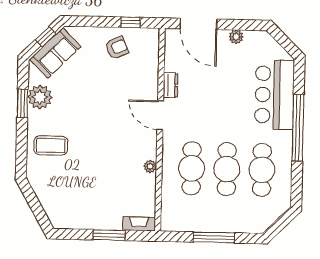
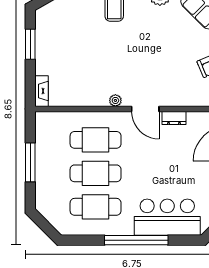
door: (160, 115) -> (145, 109), swing flipped
plant: (150, 166) -> (115, 100), moved
window: (109, 235) -> (30, 44), moved

